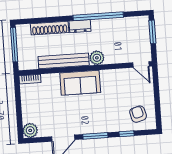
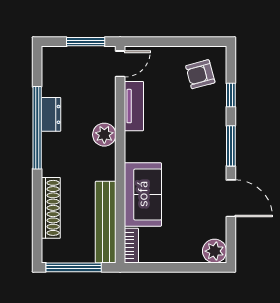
dresser: (80, 26) -> (51, 114), moved
window: (152, 32) -> (86, 42), moved
bench: (64, 61) -> (106, 222), moved
tv unit: (116, 75) -> (134, 106), added
sofa: (80, 83) -> (143, 194), moved

